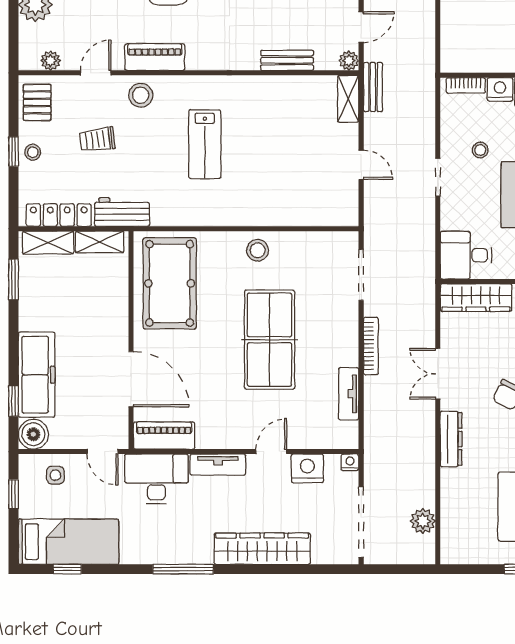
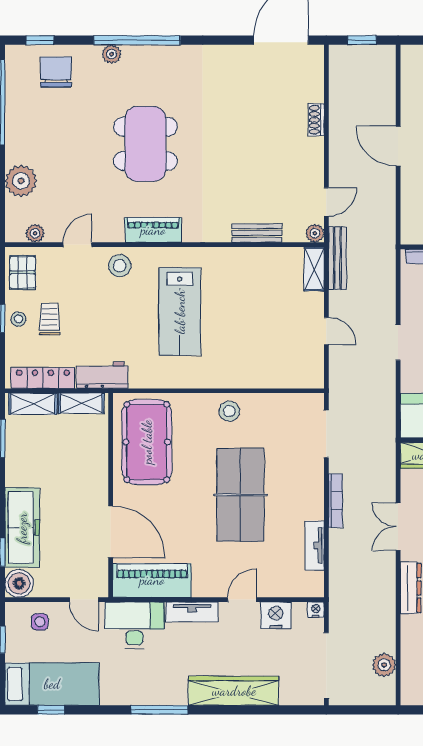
piano: (155, 57) -> (153, 230), moved
bench: (373, 87) -> (337, 258), width x1.36
trolley: (97, 140) -> (49, 319), moved, turned 97
lab bench: (205, 144) -> (180, 312), width x1.36, depth x1.39
piano: (164, 436) -> (152, 580), width x1.37, depth x1.33

